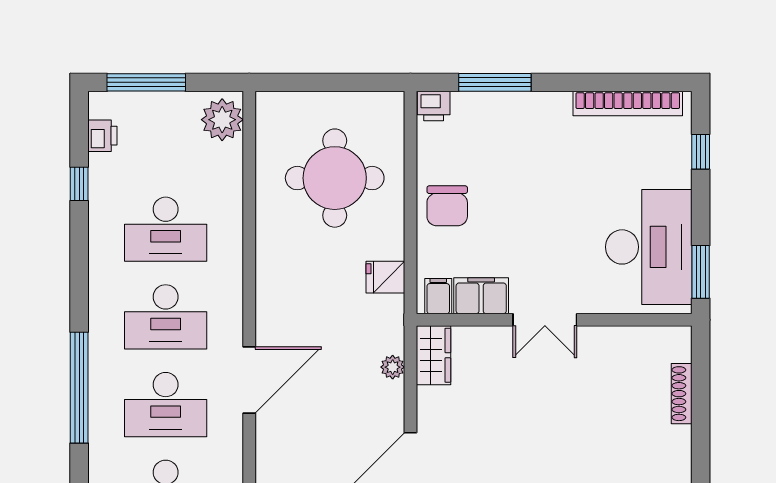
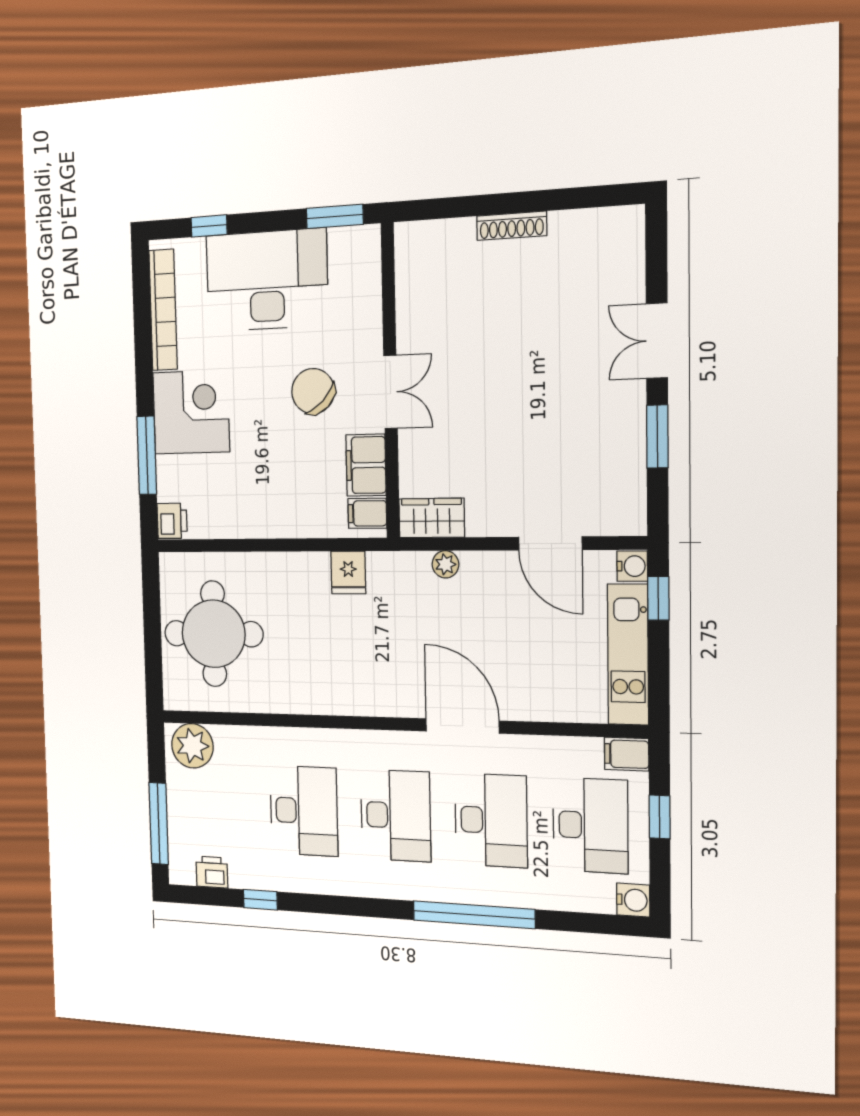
corner desk: (533, 129) -> (191, 412), added
round table: (335, 178) -> (214, 634), moved
chair: (447, 206) -> (313, 391), moved, turned -135
desk: (649, 247) -> (267, 280), moved
shoe rack: (682, 394) -> (512, 226), moved

